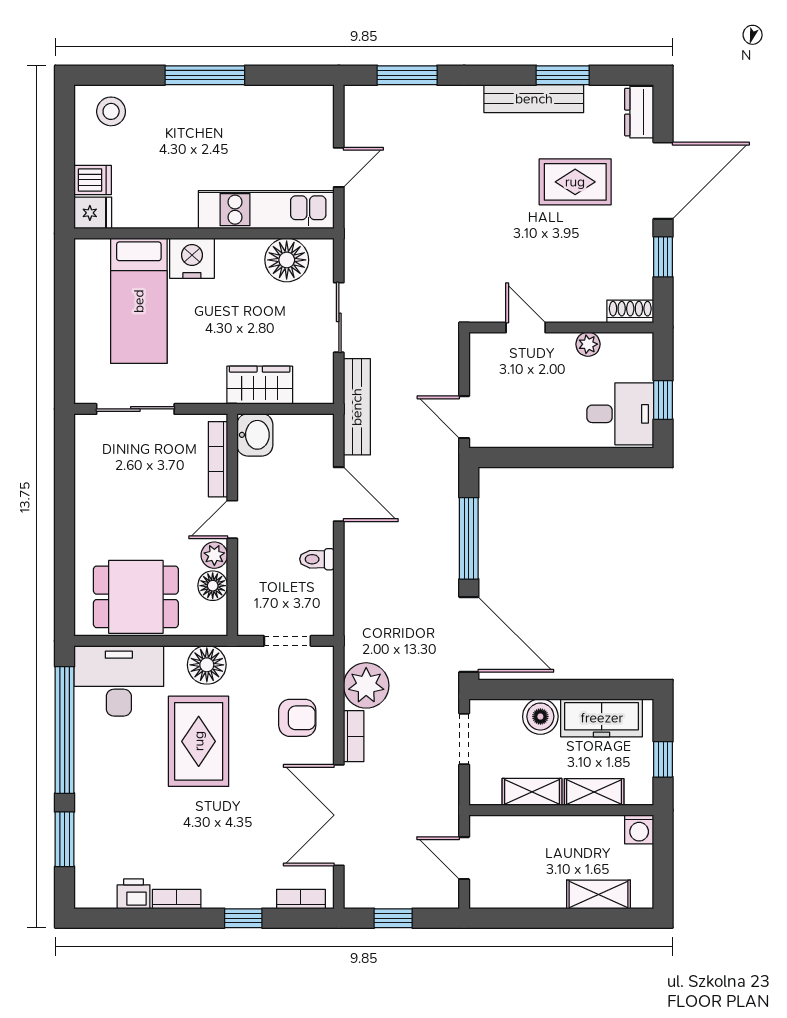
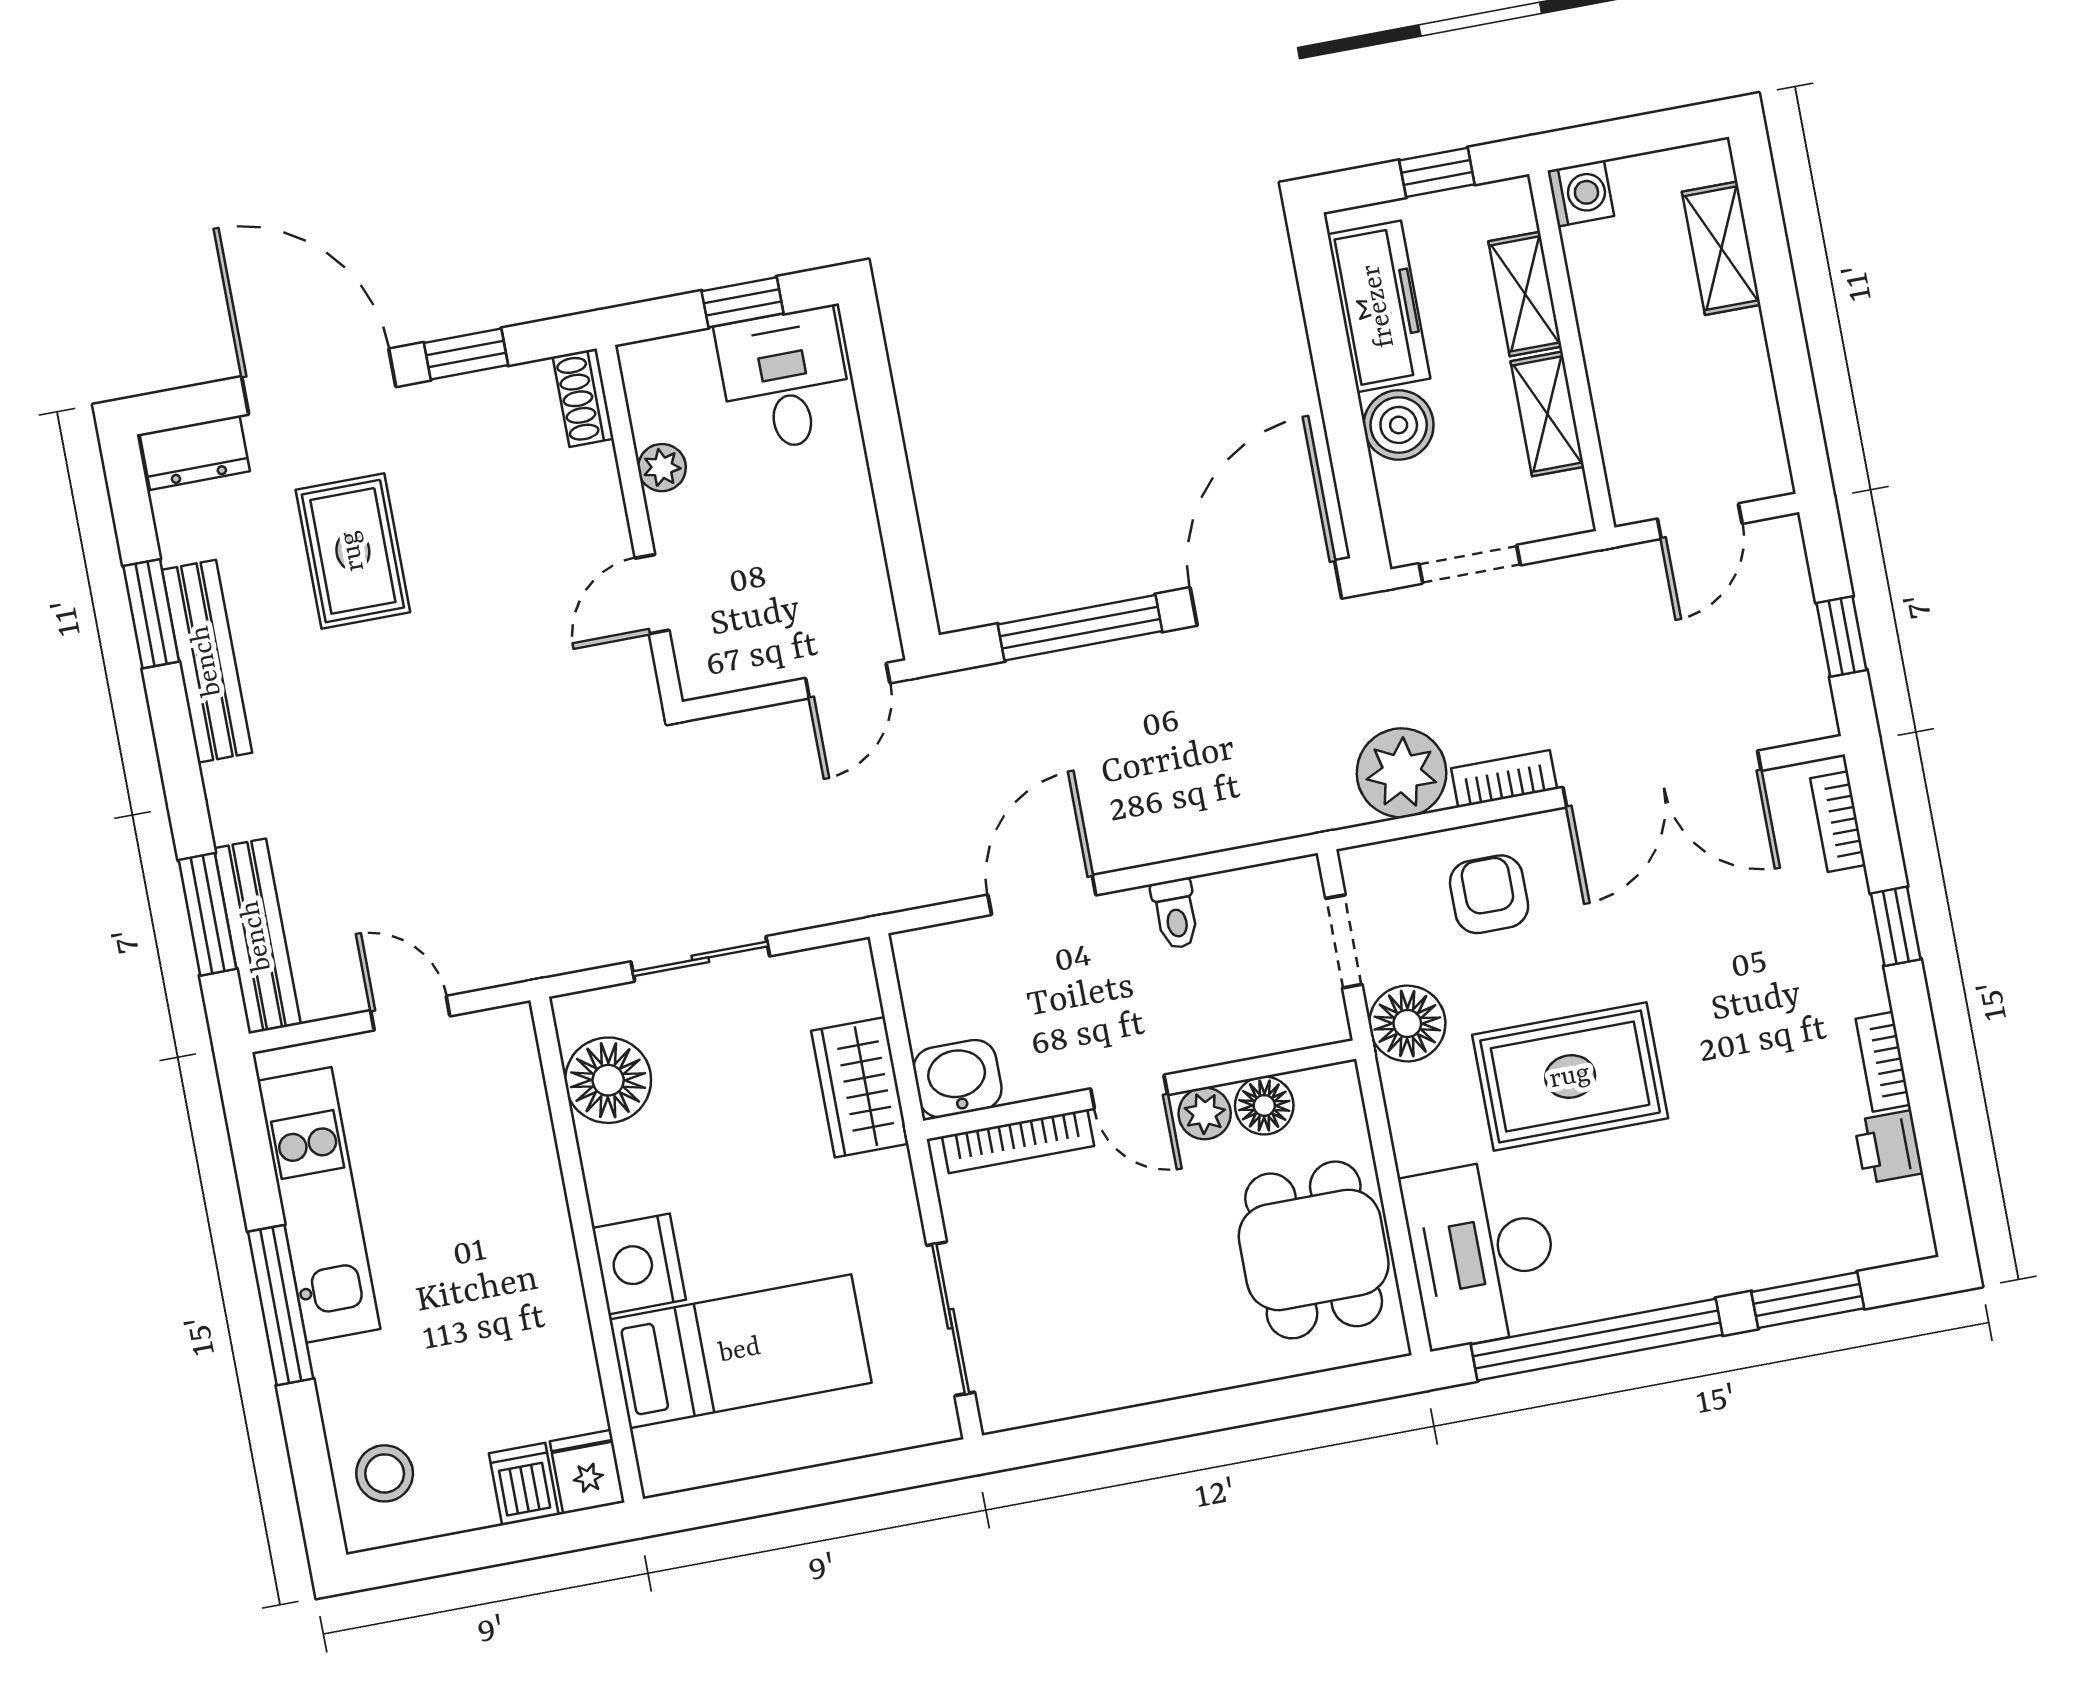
kitchen unit: (266, 210) -> (319, 1205), moved, turned 180
bench: (357, 407) -> (257, 936), moved, turned 90
floor lamp: (207, 665) -> (1407, 1023), moved

